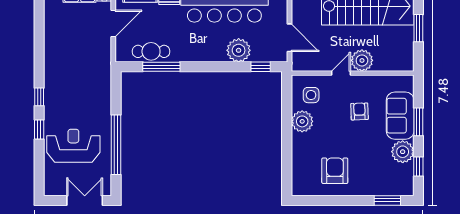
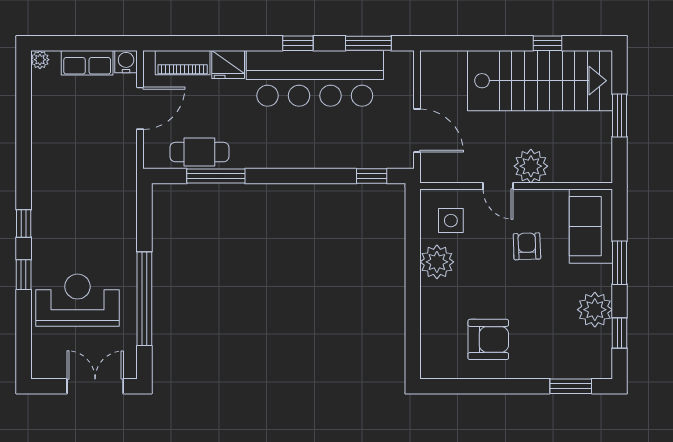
plant: (239, 50) -> (337, 150), removed
door: (341, 73) -> (498, 186), swing flipped
sofa: (400, 116) -> (591, 226), moved
armchair: (335, 171) -> (488, 339), turned 90

